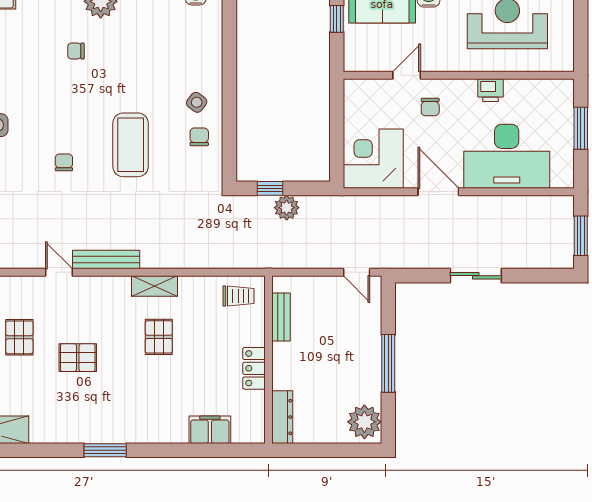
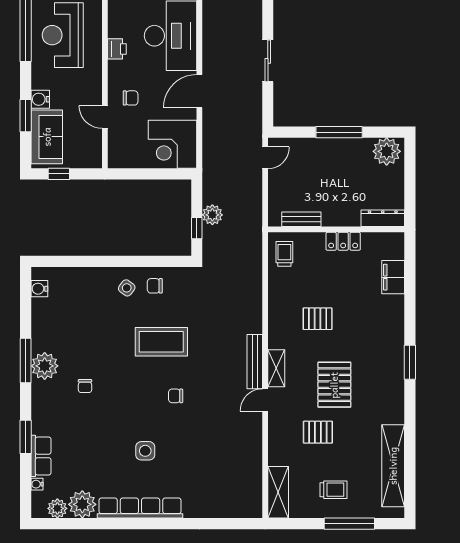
shelving: (154, 286) -> (276, 368), moved
pallet: (78, 358) -> (334, 385), width x1.50, depth x1.42

